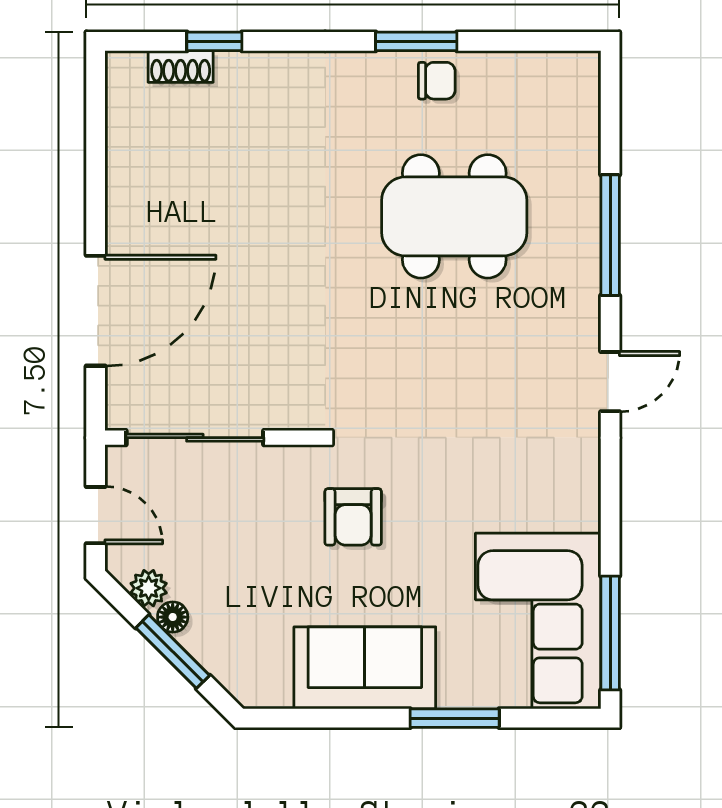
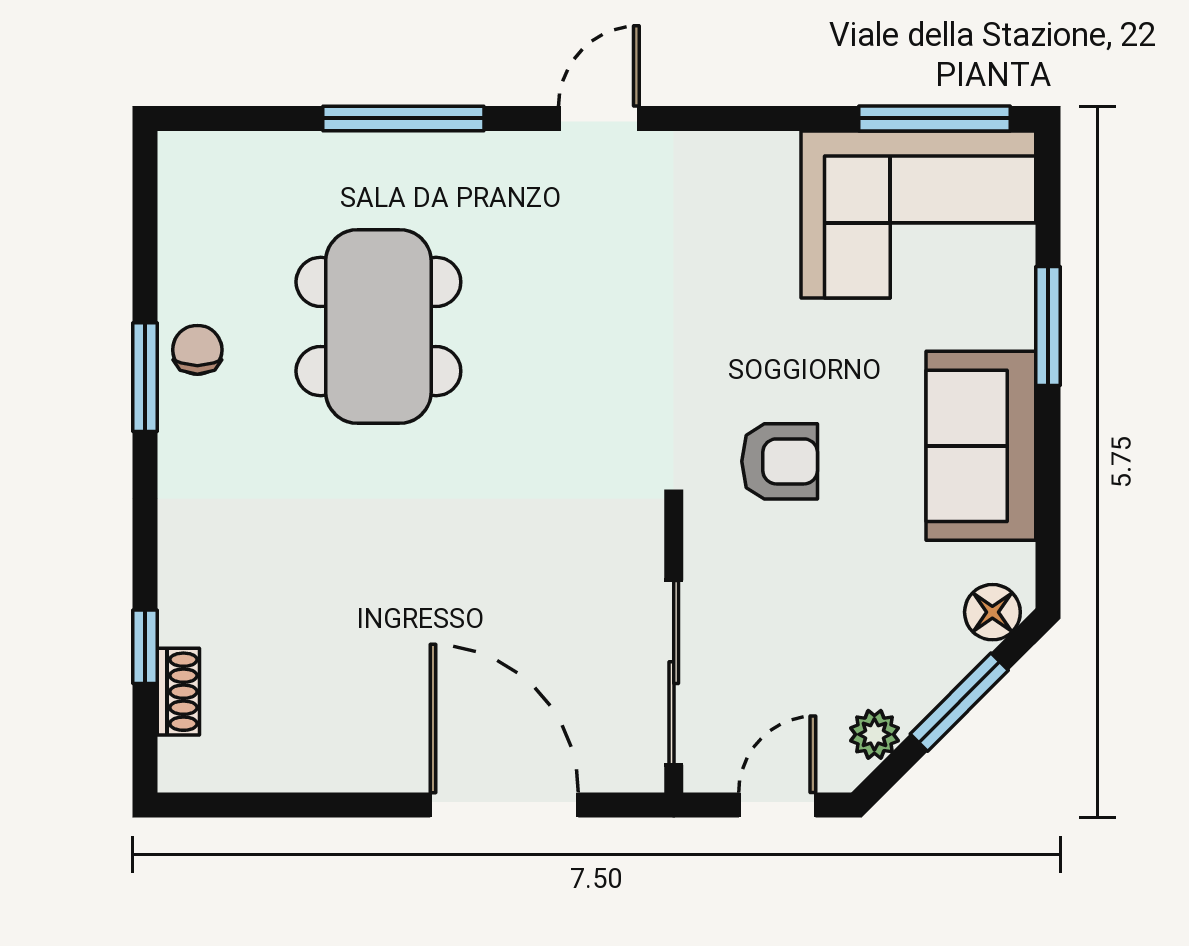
door: (610, 382) -> (599, 118), hinge flipped
floor lamp: (173, 617) -> (992, 612), moved, width x1.37, depth x1.37

